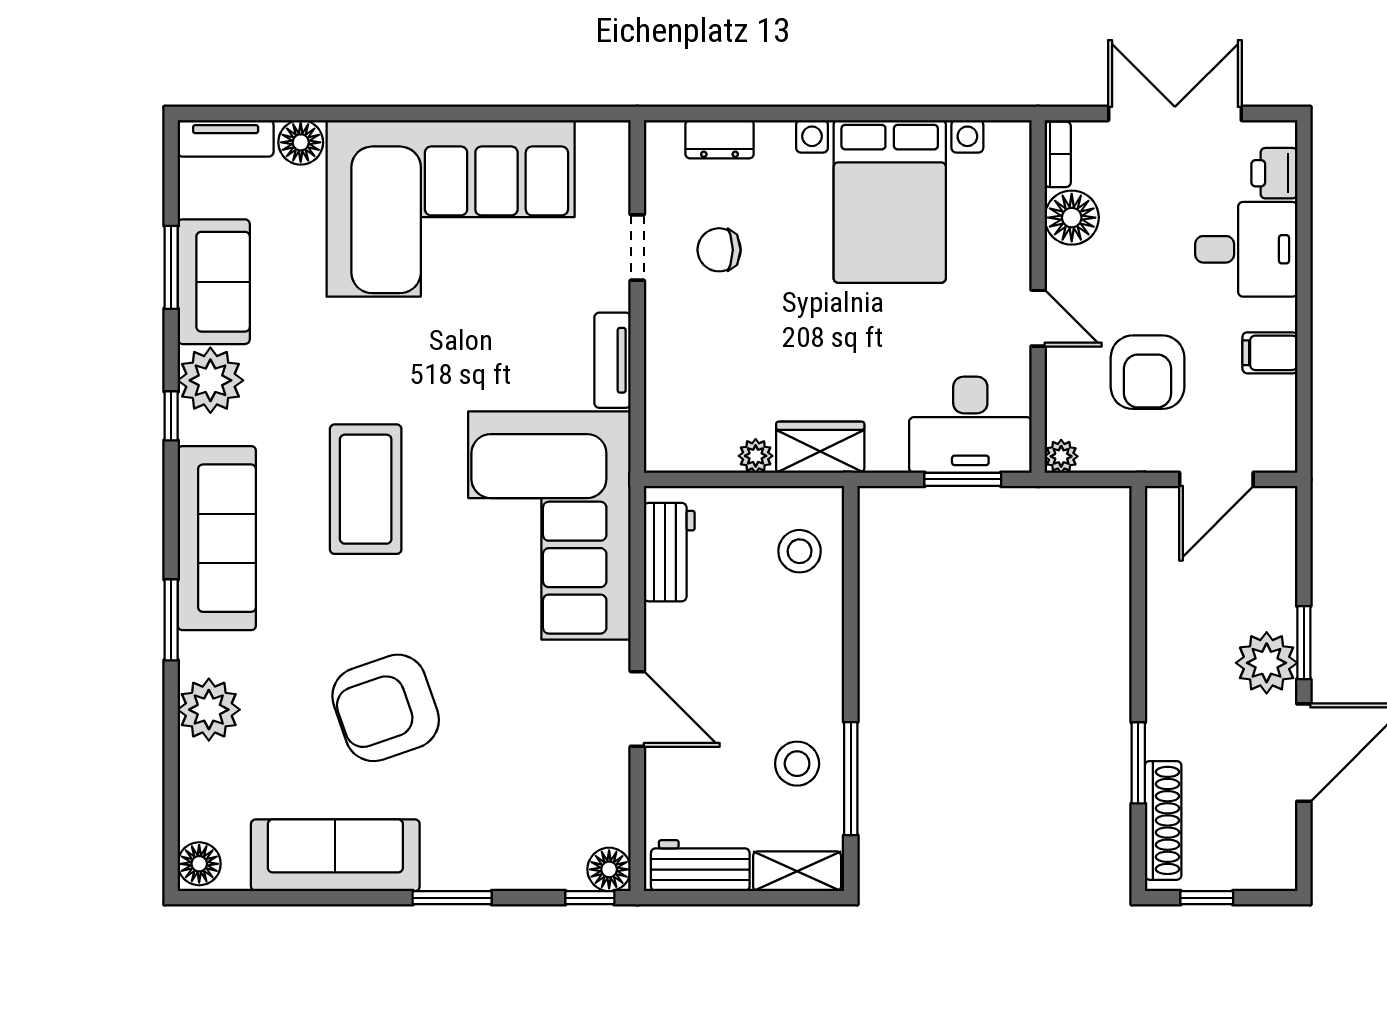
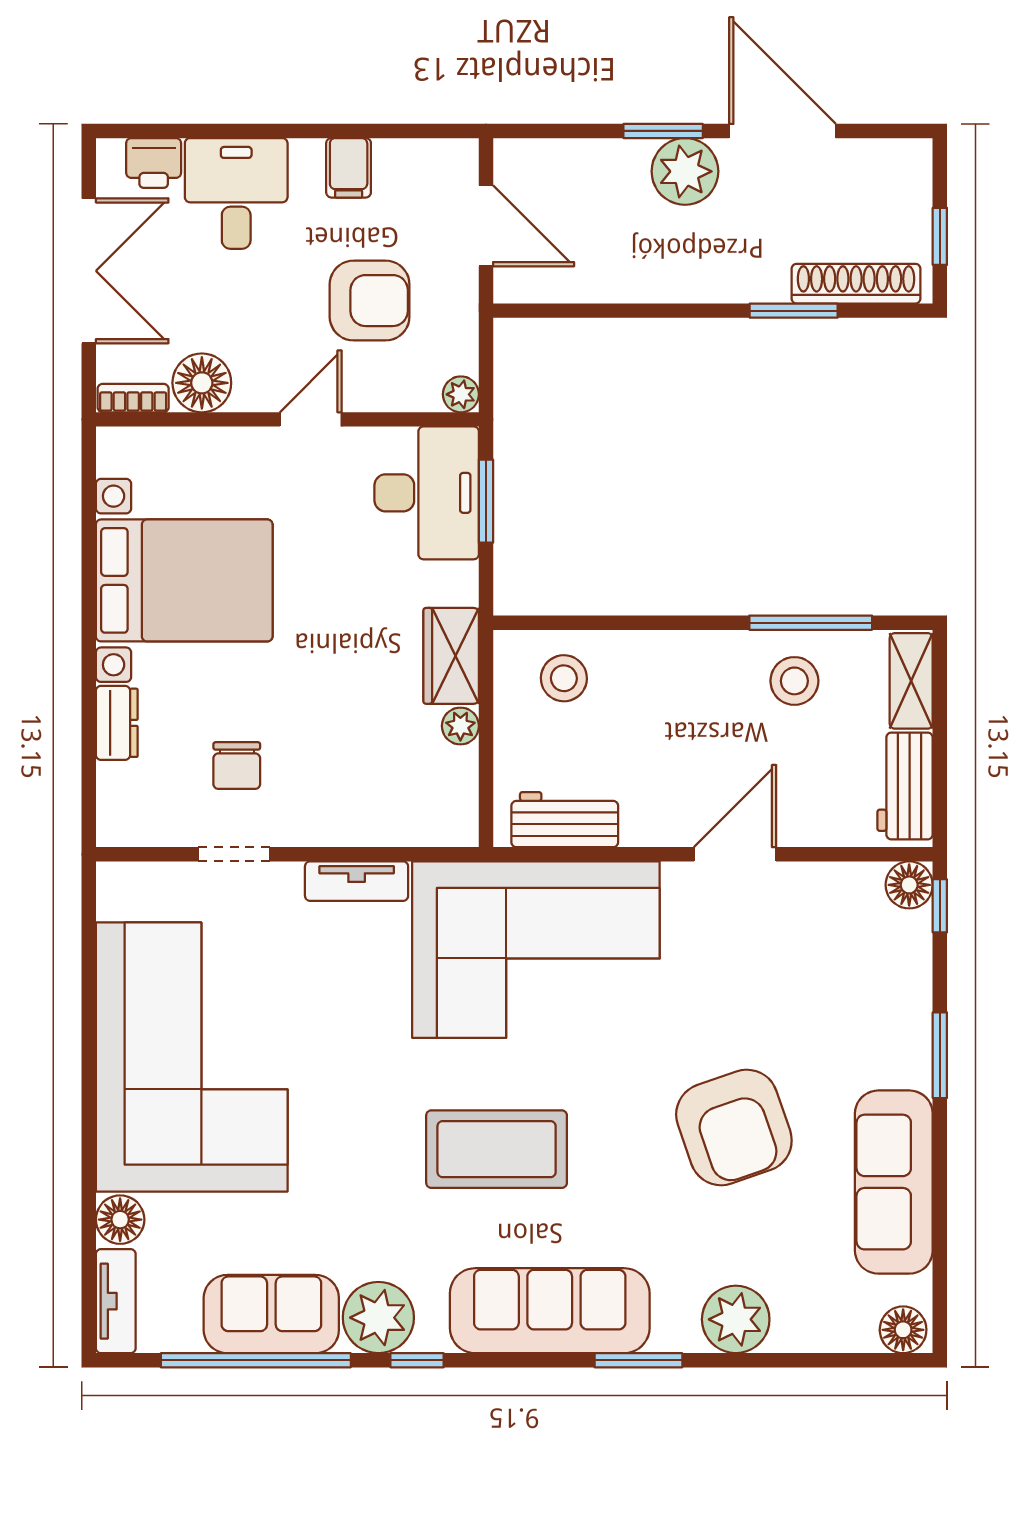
double door: (1175, 113) -> (89, 271), swing flipped
dresser: (720, 139) -> (117, 723), moved
window: (171, 267) -> (256, 1360), width x2.11

